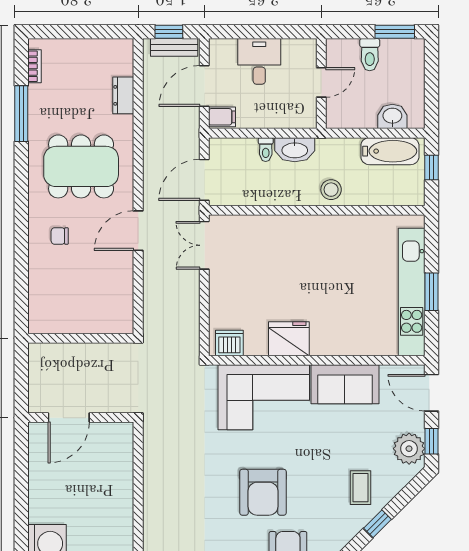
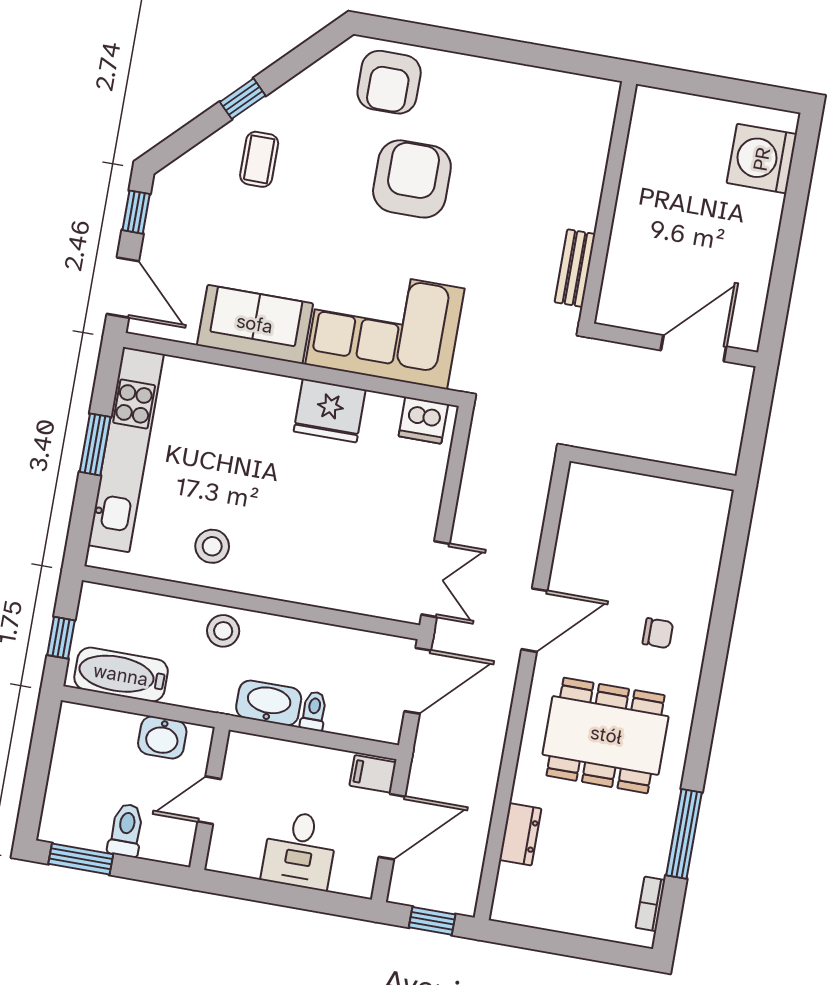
bench: (174, 47) -> (575, 268), moved, turned 90
washbasin: (392, 116) -> (162, 737), moved
stool: (347, 241) -> (212, 546), added
plant: (409, 449) -> (173, 207), removed

